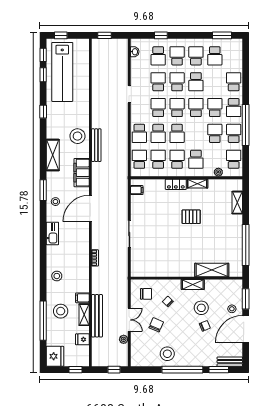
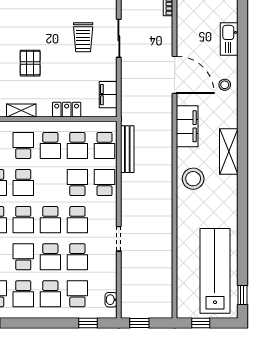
window: (61, 35) -> (201, 323), moved
window: (105, 35) -> (139, 323), moved
window: (161, 35) -> (88, 323), moved
window: (43, 75) -> (242, 267), removed
window: (43, 112) -> (242, 214), removed
school desk: (177, 133) -> (23, 183), moved, turned 180
bench: (96, 145) -> (127, 149), moved
locker: (176, 184) -> (67, 110), moved
window: (43, 190) -> (242, 101), removed
filing cabinet: (137, 190) -> (108, 95), width x2.00
door: (90, 208) -> (175, 75), hinge flipped
pallet: (191, 217) -> (30, 63), turned 90
trolley: (154, 235) -> (83, 37), added

